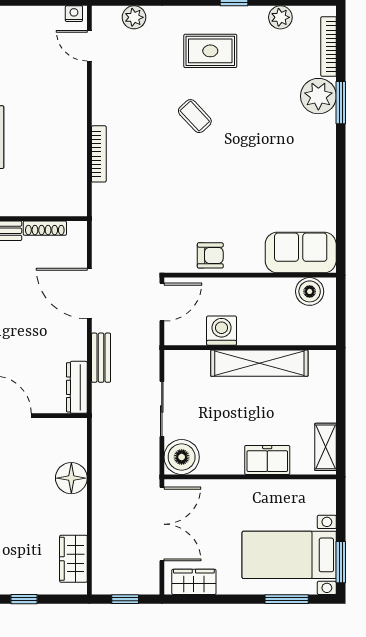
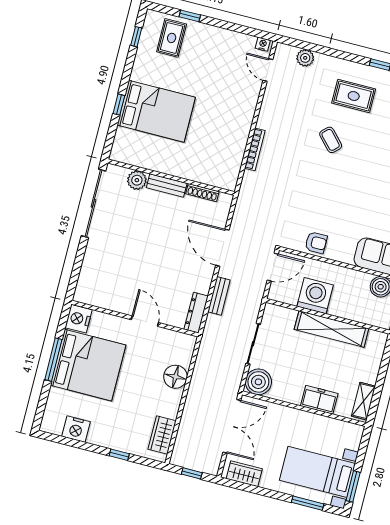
washing machine: (222, 331) -> (315, 296), width x1.37, depth x1.37

